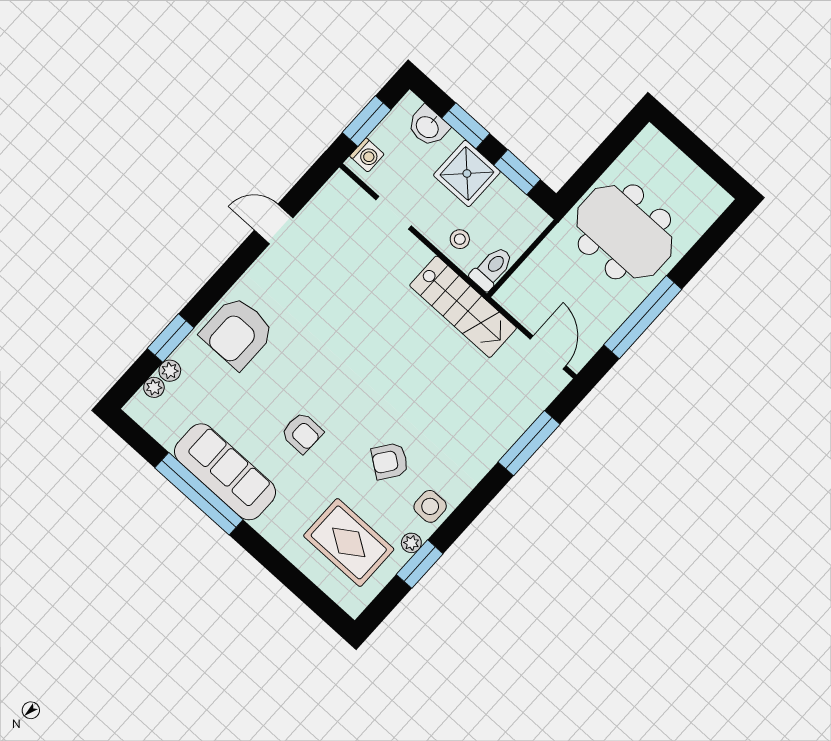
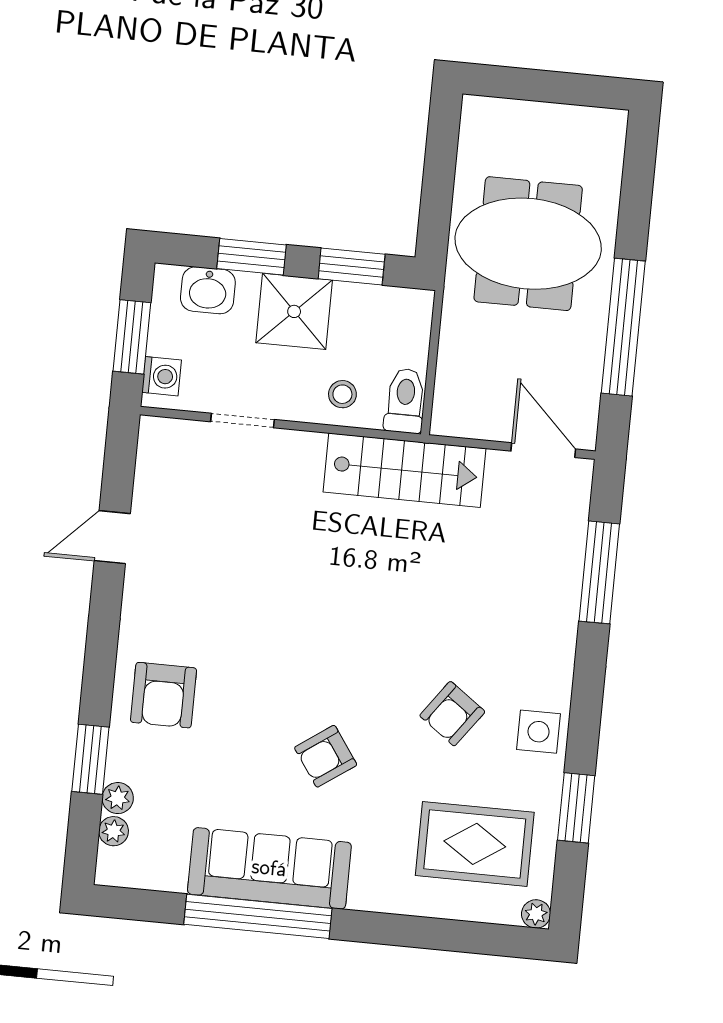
armchair: (237, 332) -> (163, 695), width x0.73, depth x0.73
armchair: (302, 433) -> (326, 756), turned 144
plant: (411, 543) -> (536, 914), moved

